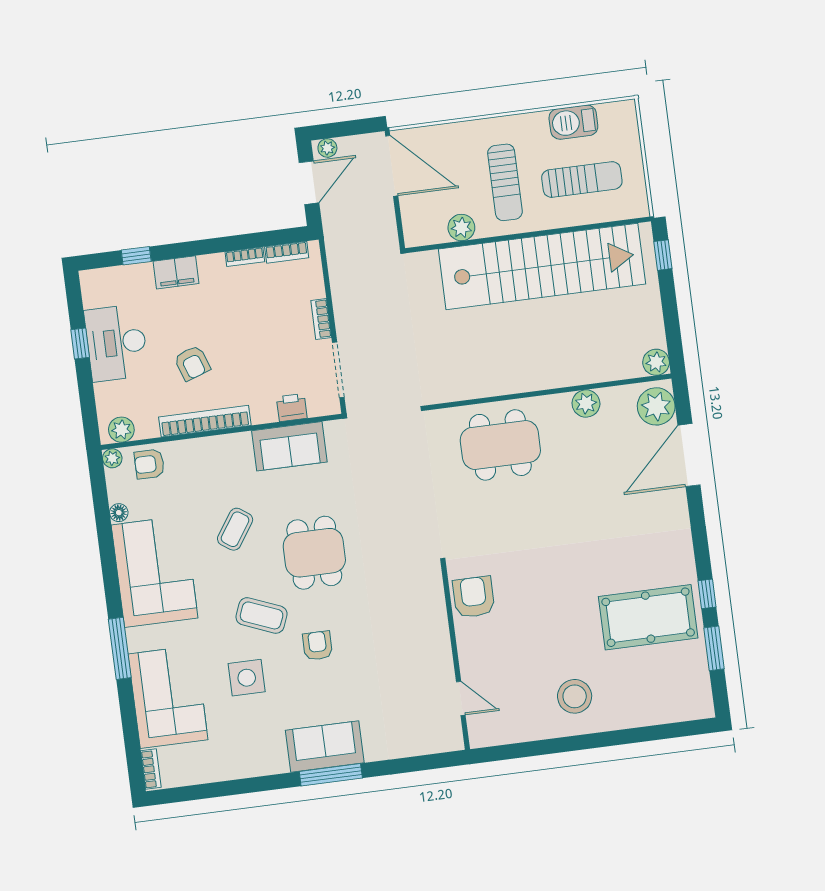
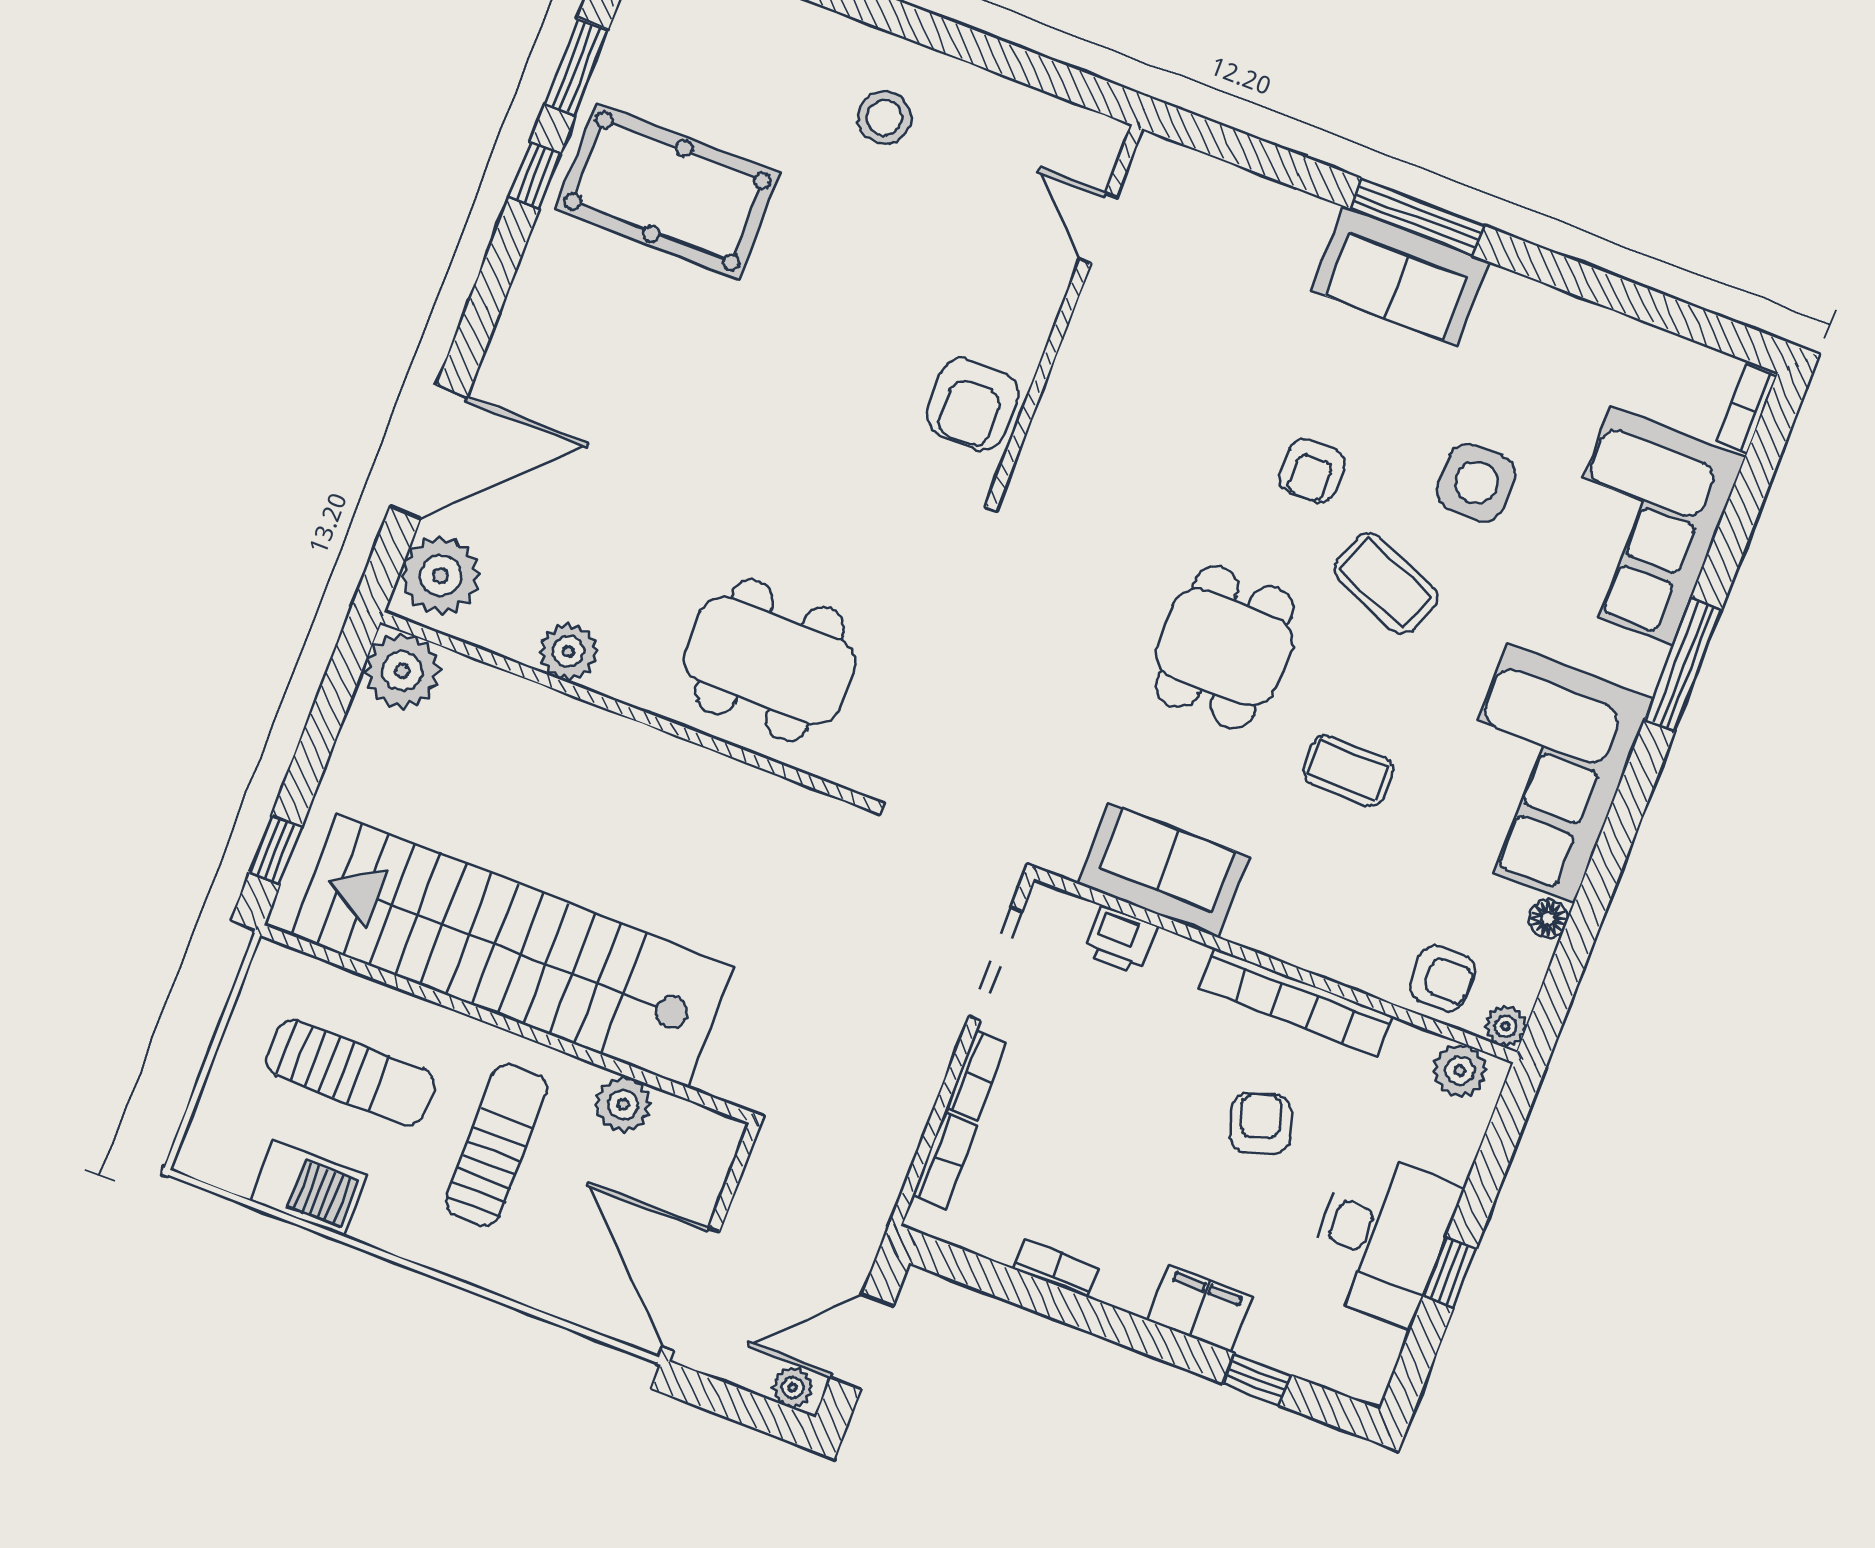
sun lounger: (582, 180) -> (351, 1073), turned 180
bookcase: (287, 252) -> (945, 1161), moved, turned 90
plant: (656, 362) -> (402, 671), width x1.36, depth x1.36
coffee table: (235, 529) -> (1348, 771), turned 56
stool: (575, 696) -> (884, 118), width x0.73, depth x0.73

